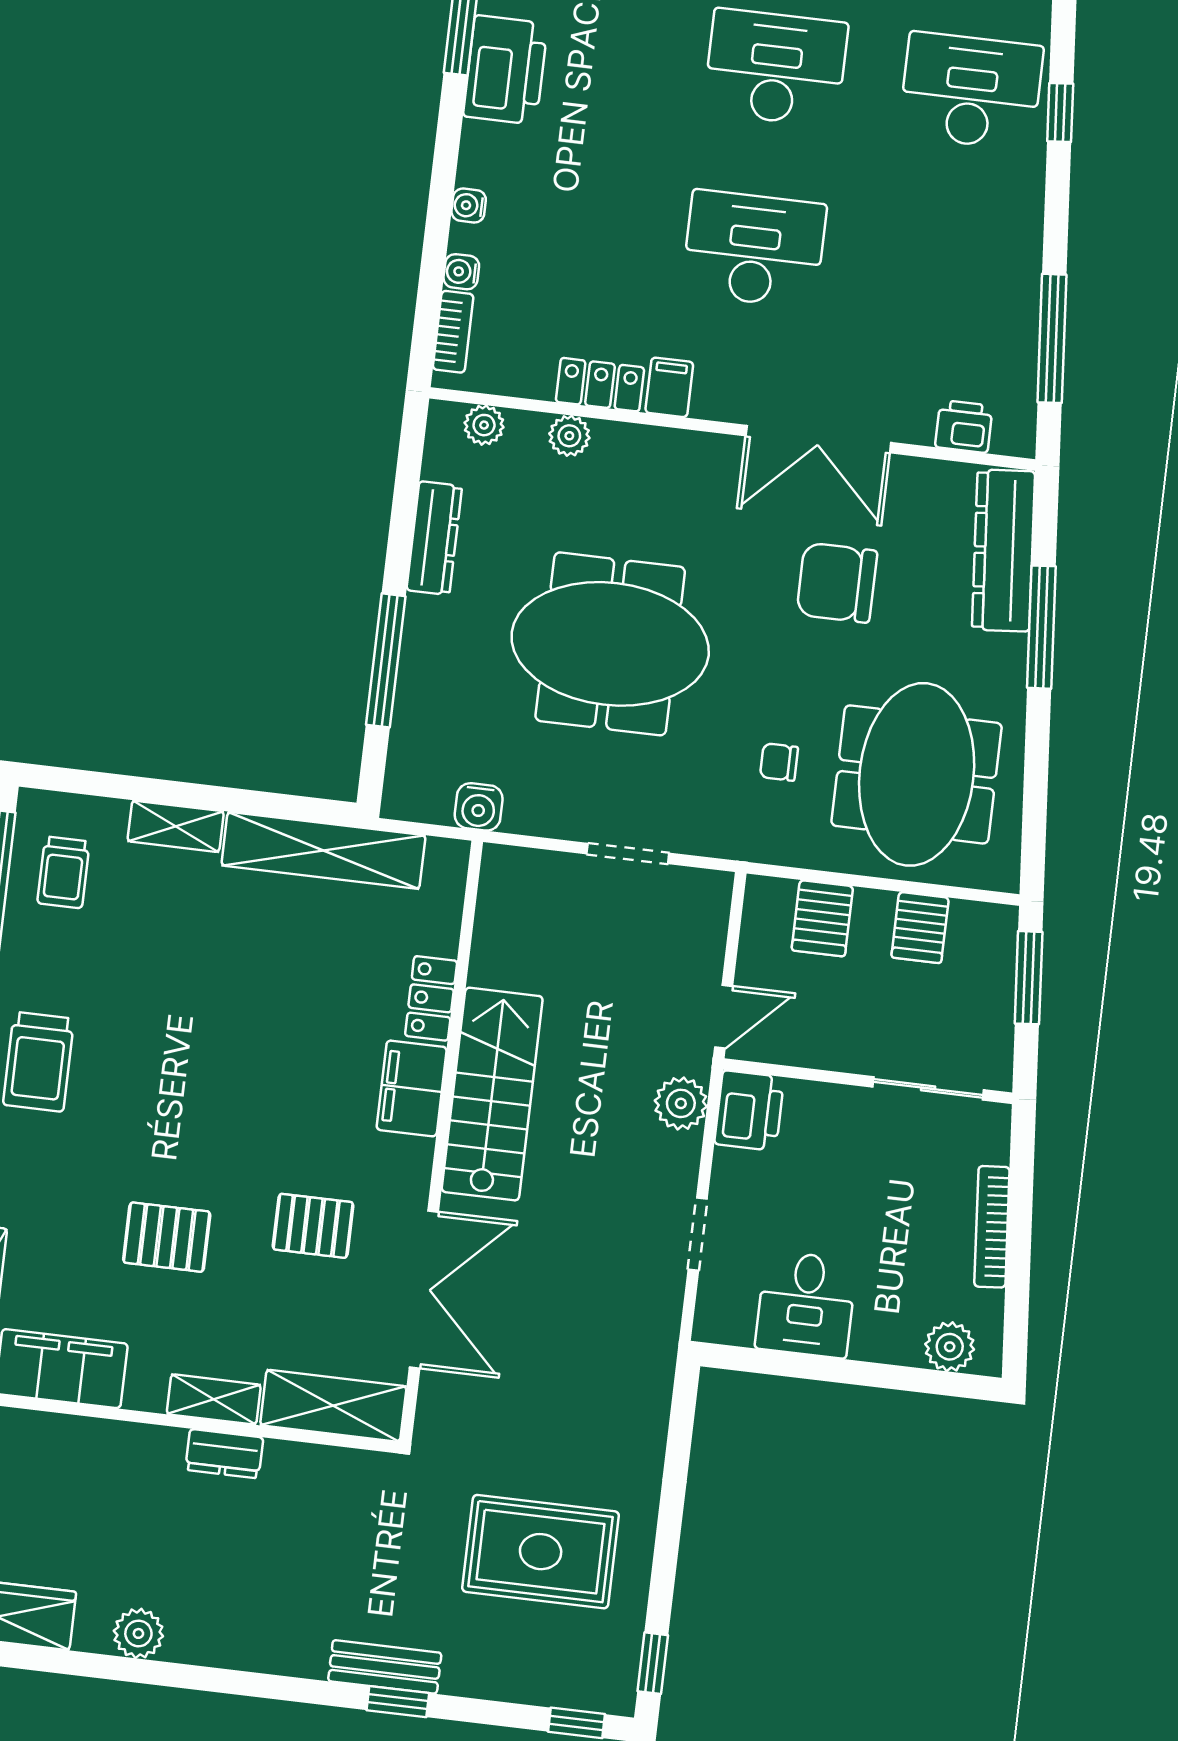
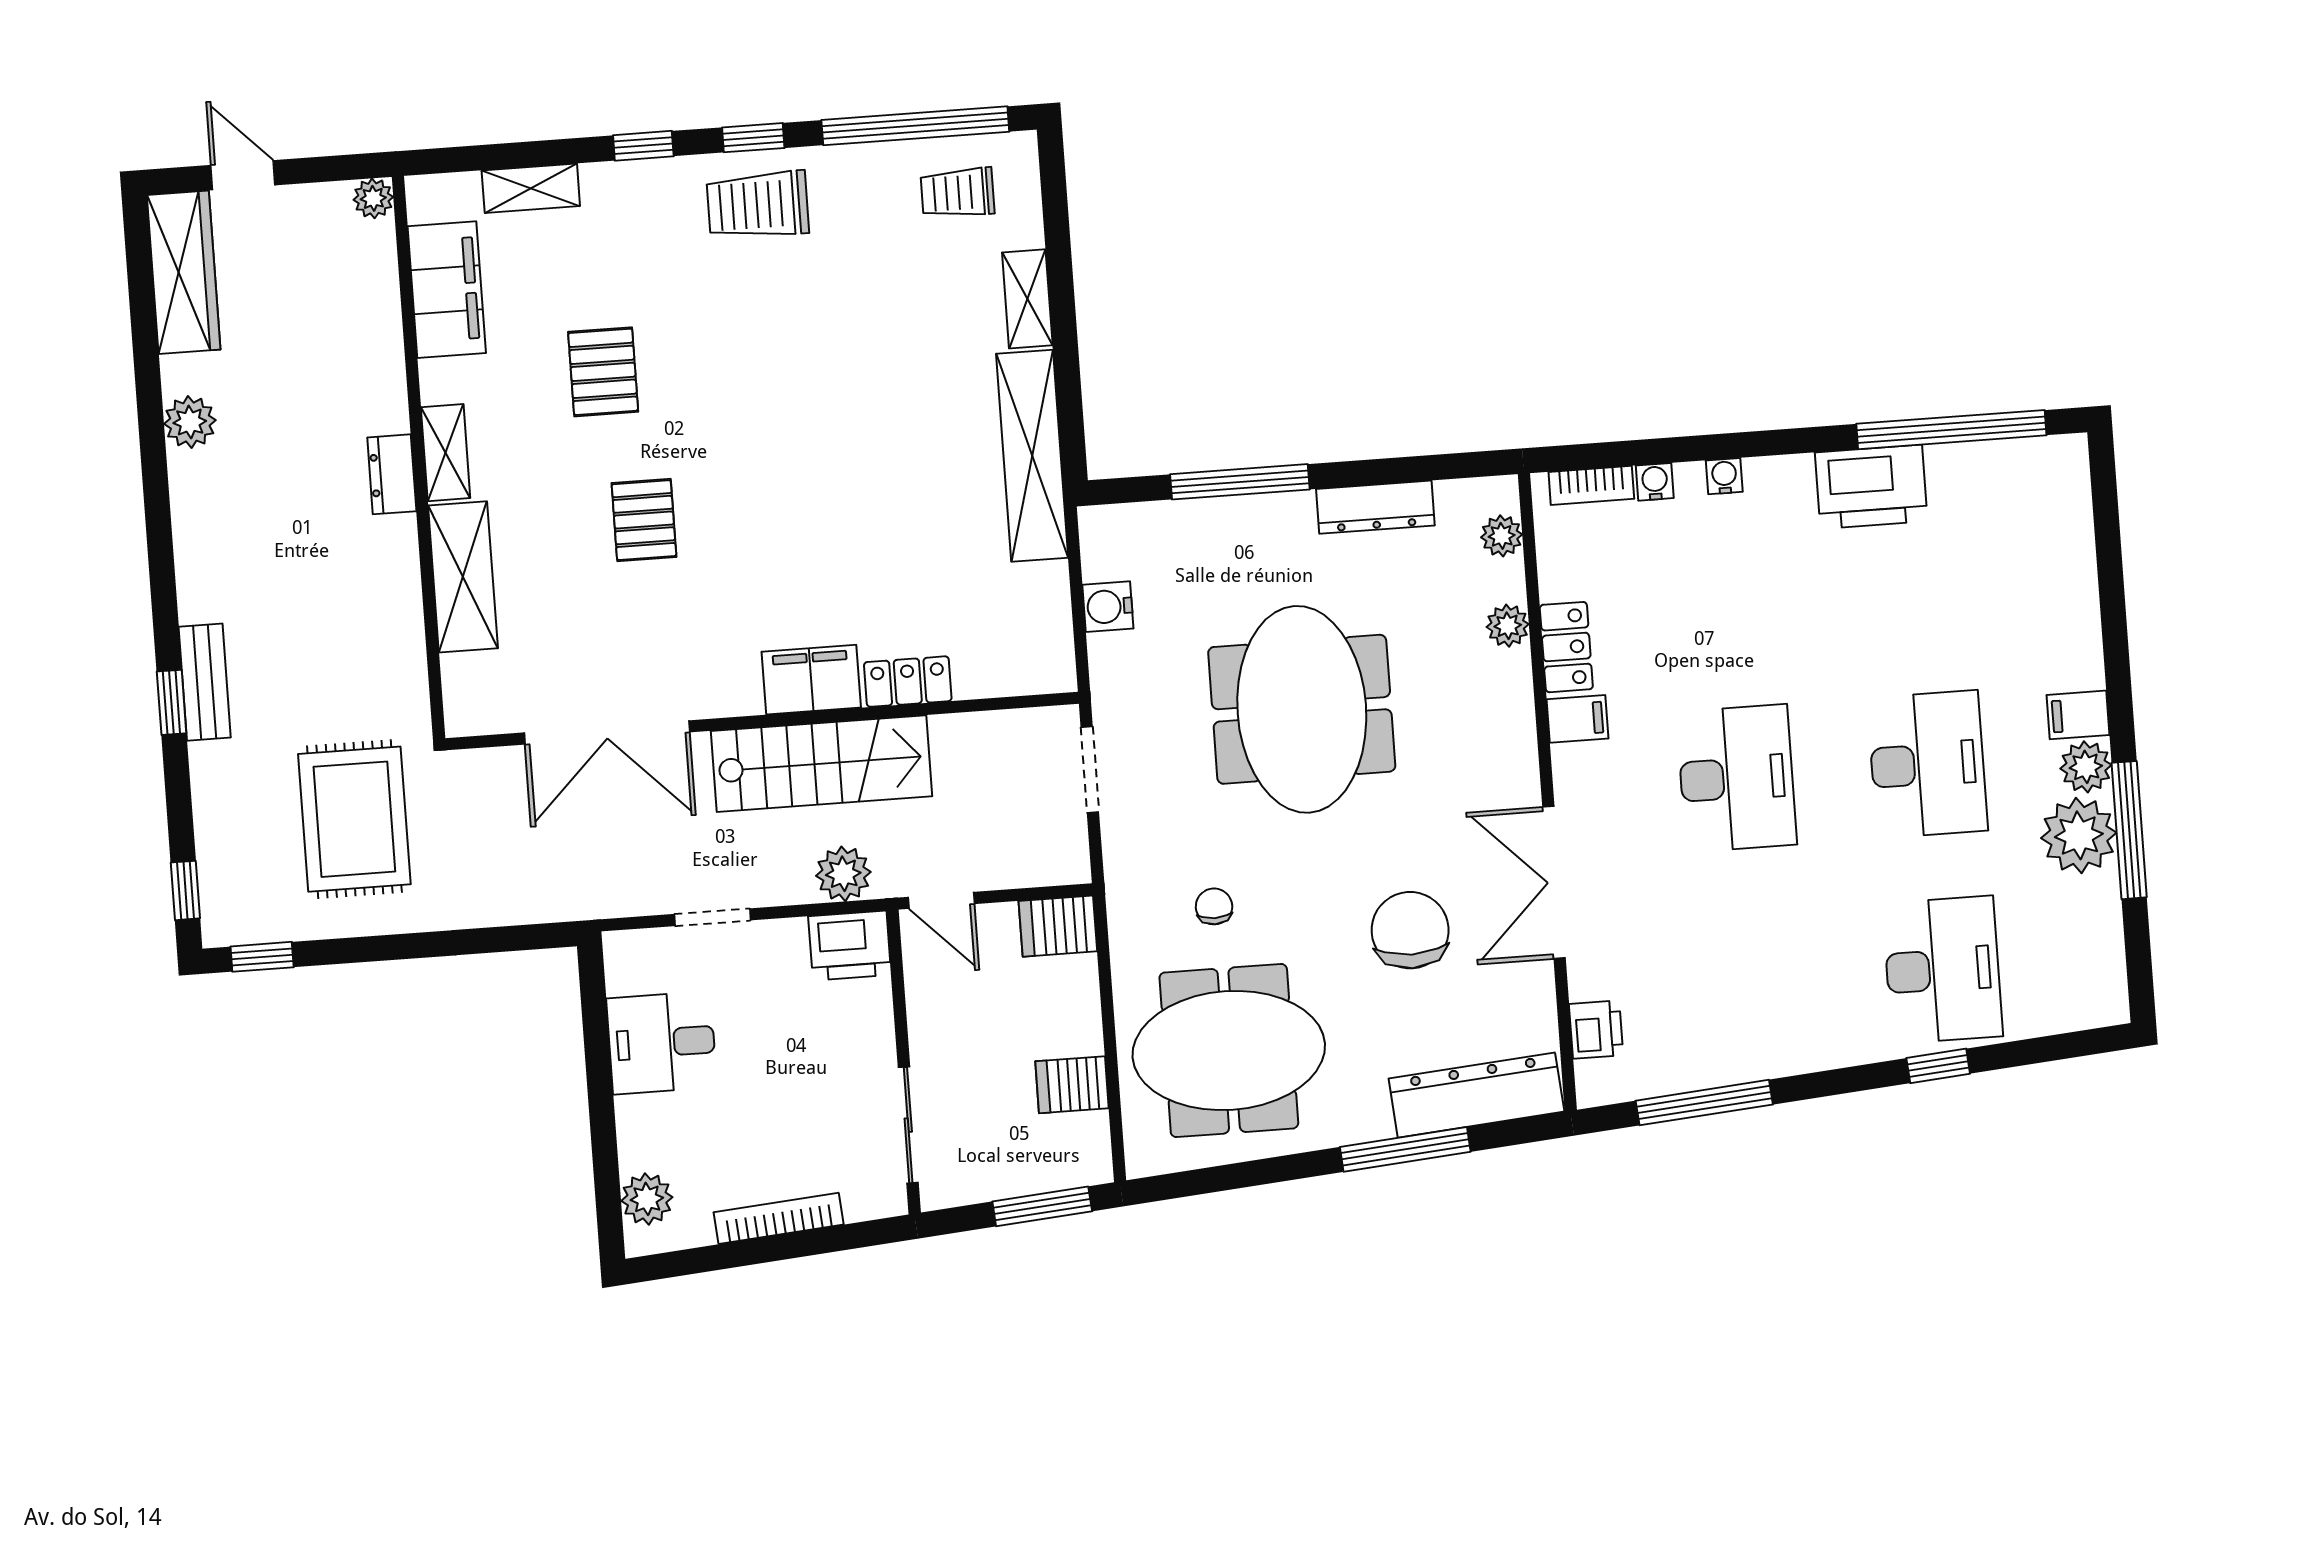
server rack: (822, 918) -> (1058, 926), moved
locker: (431, 998) -> (908, 682), moved
filing cabinet: (412, 1088) -> (811, 680), moved
stairs: (492, 1094) -> (822, 764), moved
wall: (441, 1142) -> (762, 721), moved
double door: (424, 1289) -> (607, 732), moved

